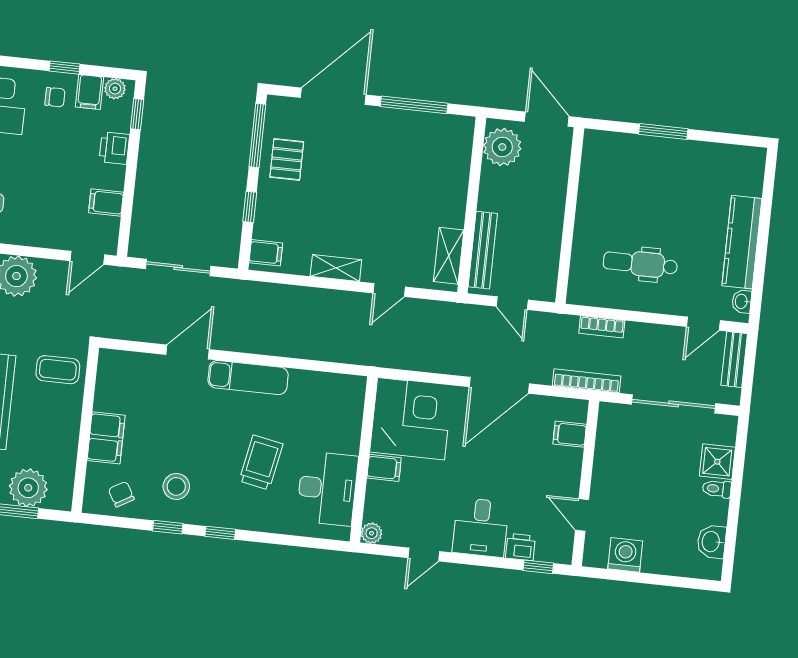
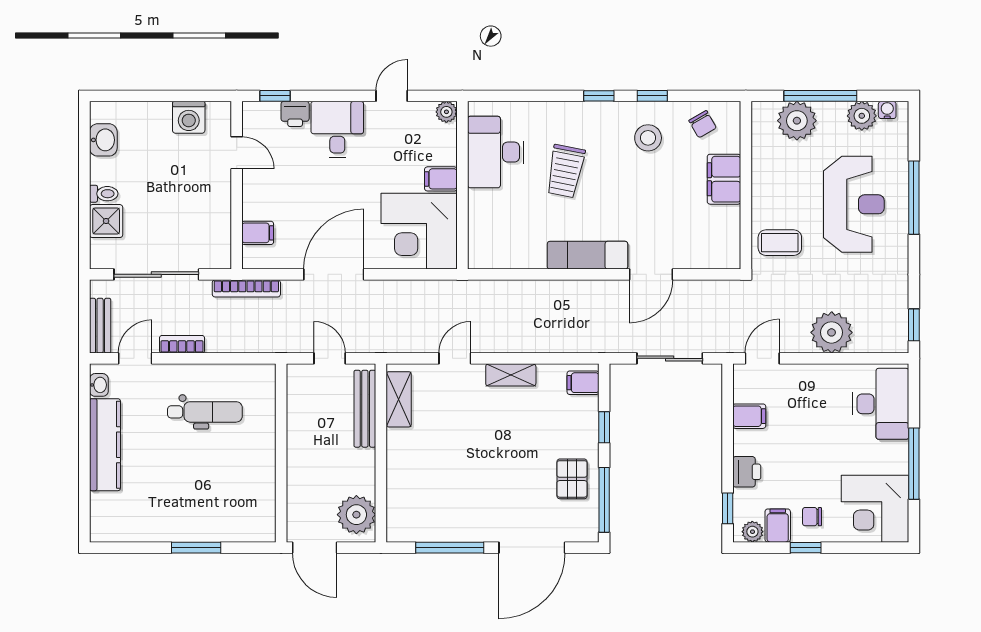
bookcase: (602, 327) -> (182, 344), moved

